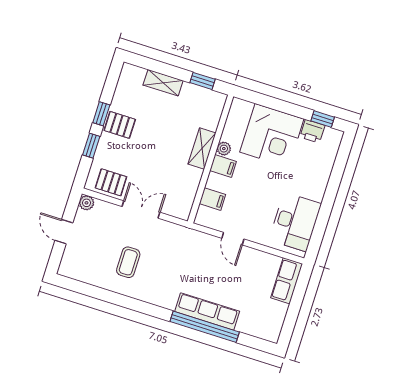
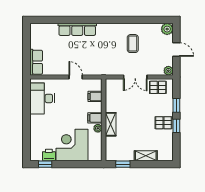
plant: (68, 268) -> (167, 29), added
window: (205, 327) -> (76, 20), removed

